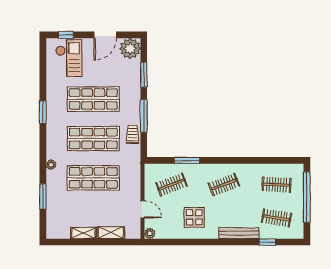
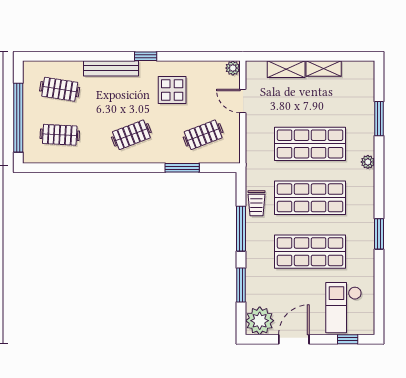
window: (267, 242) -> (146, 56), moved

